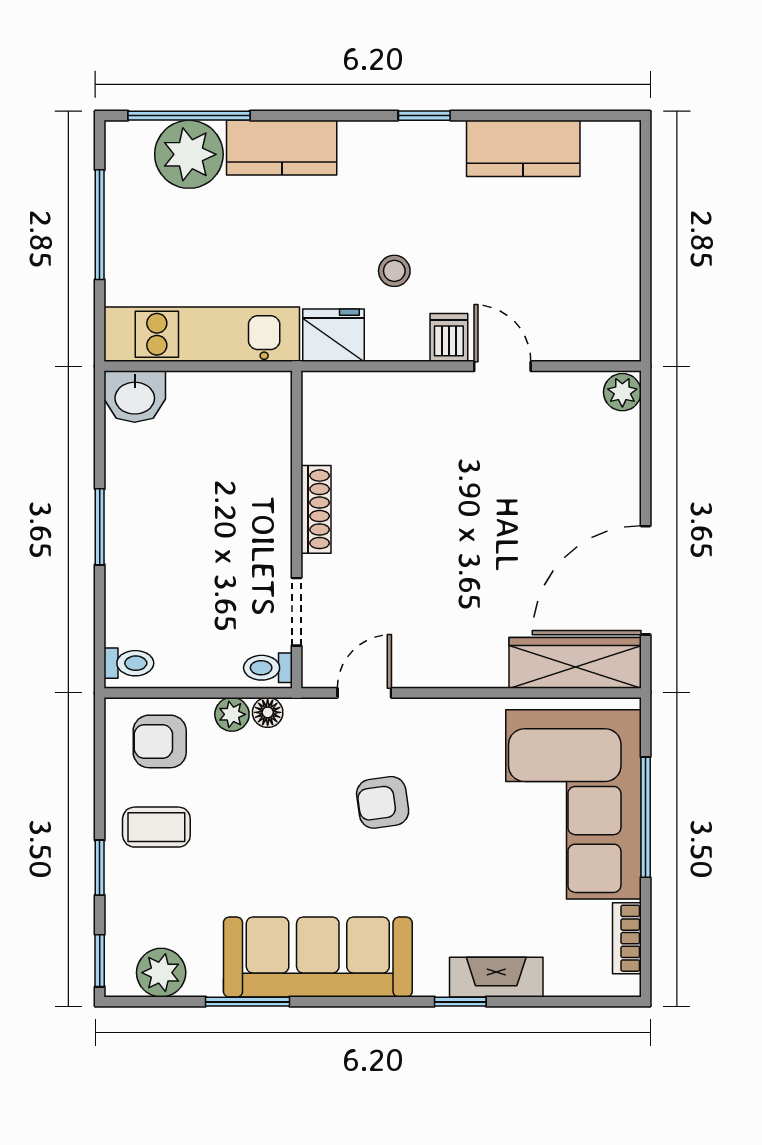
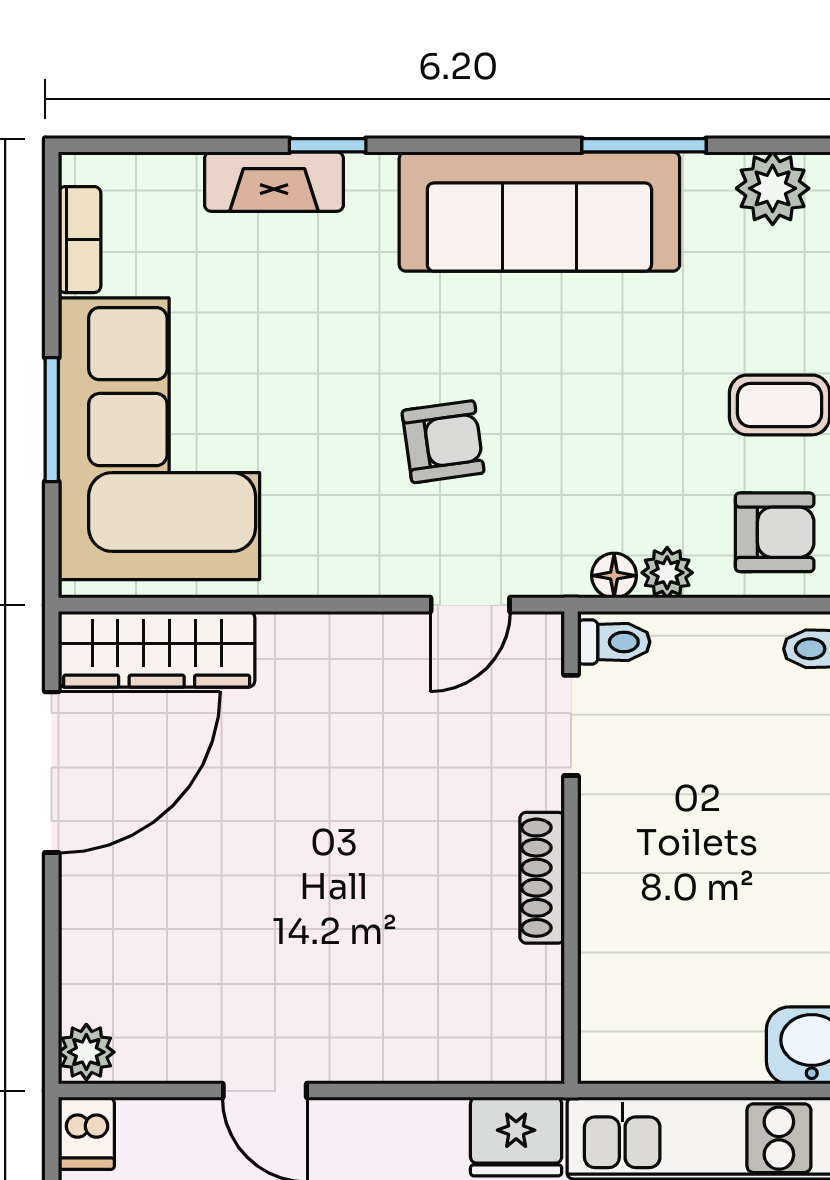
dishwasher: (449, 338) -> (86, 1133), moved
window: (646, 817) -> (52, 420), width x0.69

